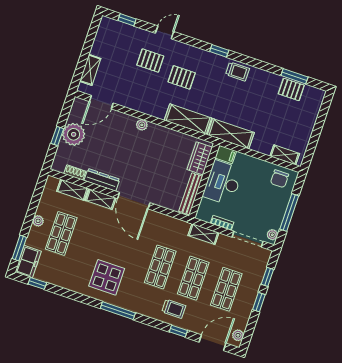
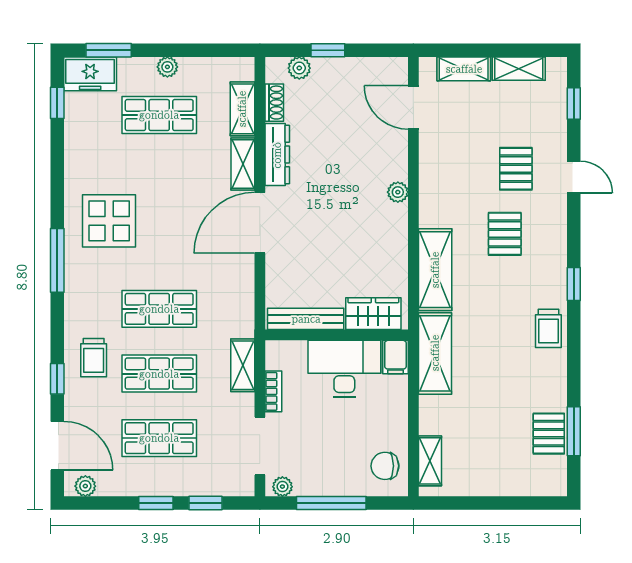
shelving: (100, 42) -> (519, 69), added
plant: (74, 134) -> (299, 68), moved, width x0.53, depth x0.53

